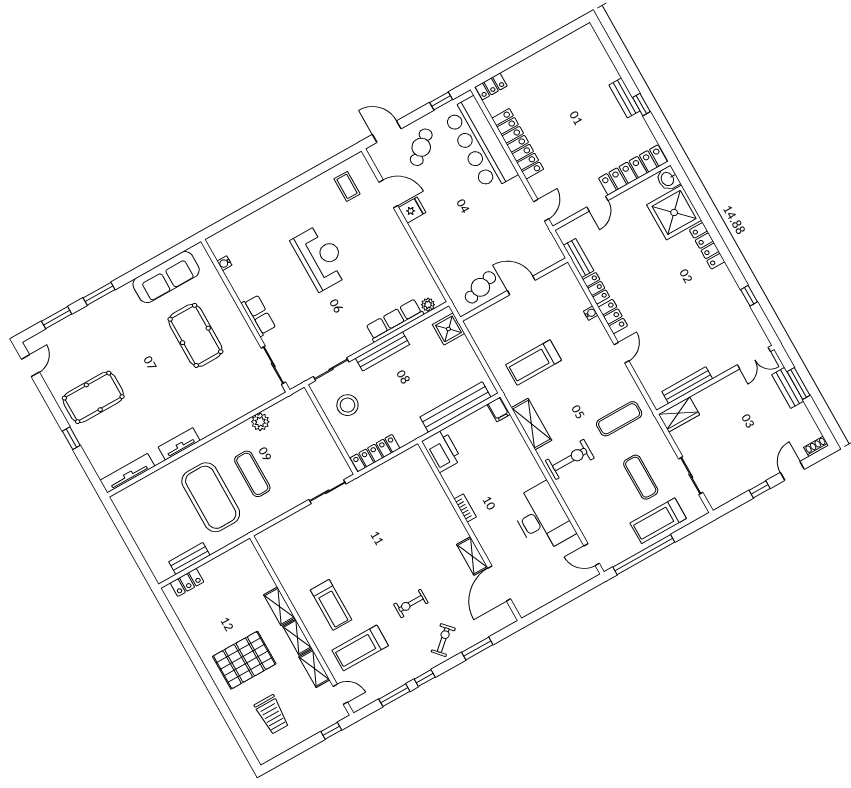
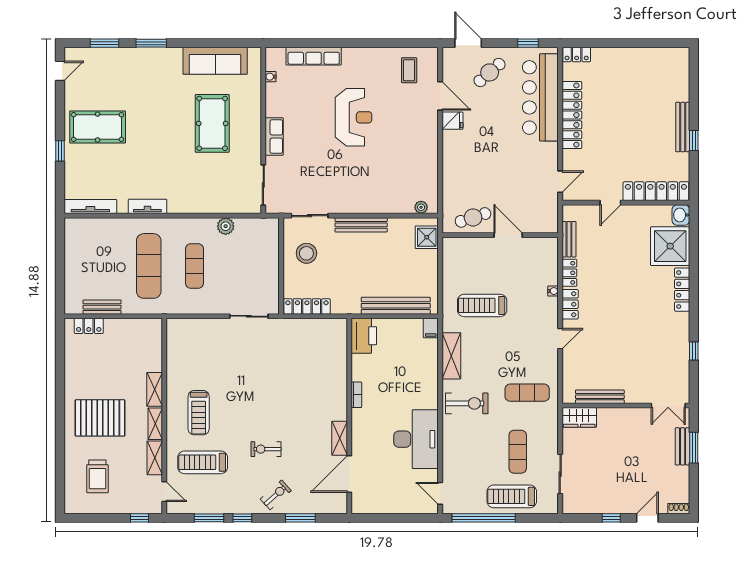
bench: (624, 98) -> (683, 127), width x1.36
row of seats: (395, 320) -> (314, 56), moved, turned 180
exercise mat: (211, 497) -> (149, 266), width x0.68

